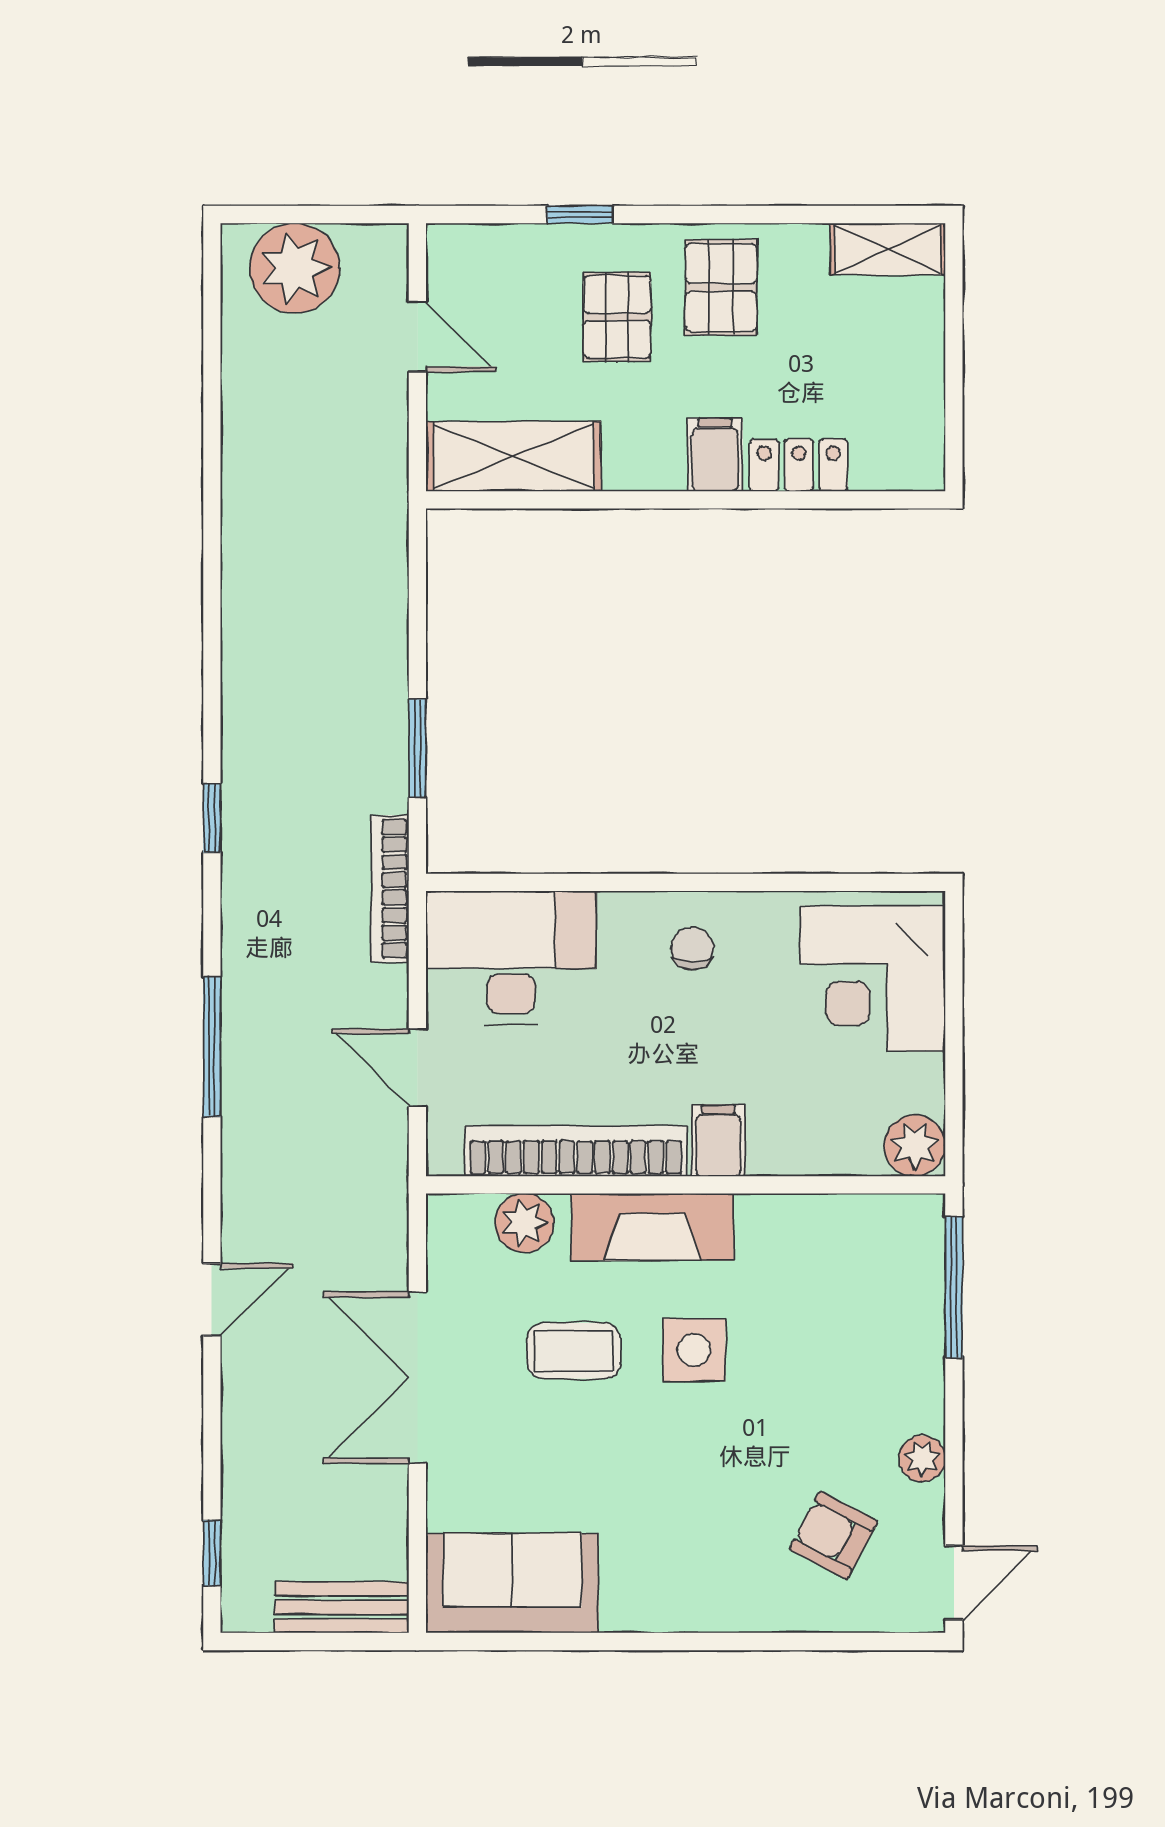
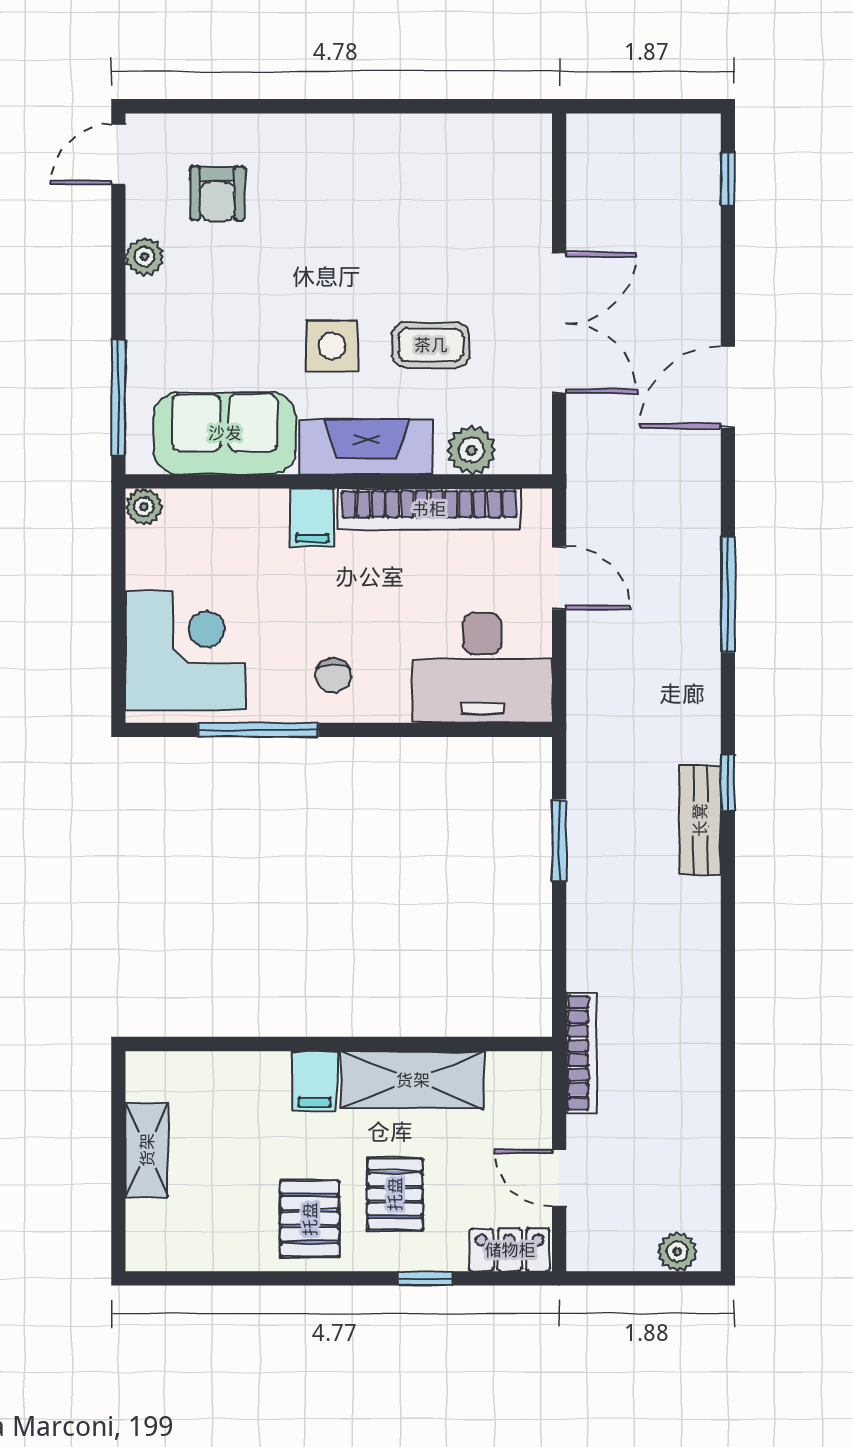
shelving: (888, 249) -> (147, 1150), moved, turned 90
plant: (295, 268) -> (677, 1252), width x0.53, depth x0.53
shelving: (513, 456) -> (413, 1080), moved
locker: (799, 465) -> (510, 1250), moved, turned 180
window: (784, 882) -> (258, 730), added
bookcase: (390, 889) -> (582, 1053), moved
plant: (915, 1146) -> (144, 507), width x0.73, depth x0.73
door: (212, 1299) -> (728, 387), width x1.38
armchair: (833, 1535) -> (217, 193), turned 62
sofa: (512, 1583) -> (225, 433), moved, turned 180
bench: (342, 1607) -> (700, 820), moved, turned 90

